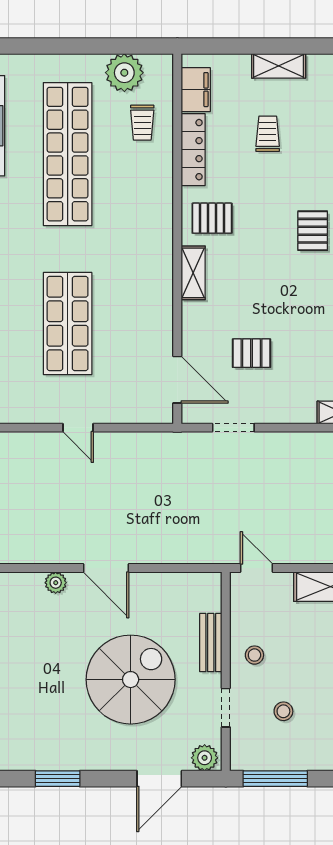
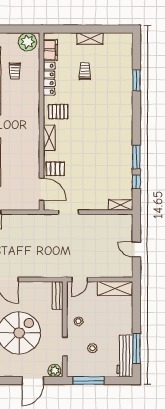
plant: (124, 73) -> (28, 42), moved
trolley: (142, 123) -> (15, 71), moved
pallet: (313, 231) -> (106, 118), removed
pallet: (252, 353) -> (55, 169), moved
door: (257, 568) -> (79, 279), swing flipped
bench: (211, 643) -> (58, 295), moved

